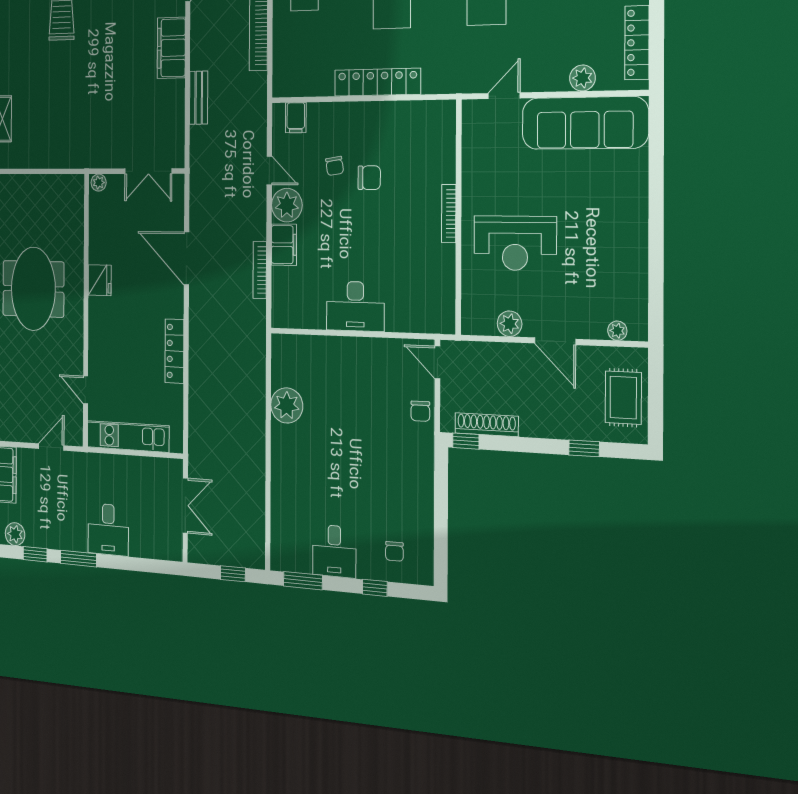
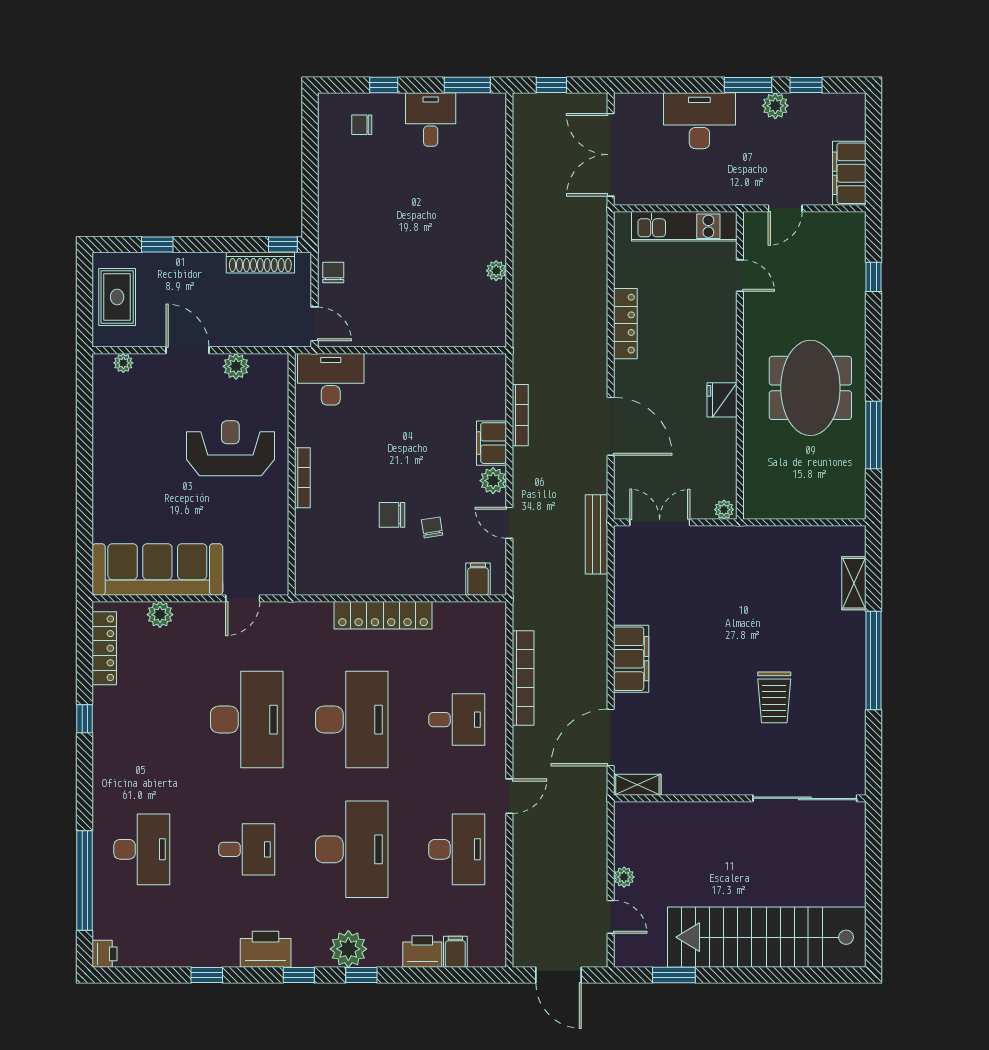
bench: (199, 98) -> (596, 534), moved, width x1.36
plant: (287, 205) -> (493, 481), width x0.73, depth x0.73
desk: (355, 306) -> (331, 379), moved
plant: (287, 405) -> (496, 271), width x0.53, depth x0.53
double door: (185, 505) -> (611, 155), width x1.37
desk: (108, 529) -> (699, 121), width x1.37
plant: (15, 534) -> (775, 106), moved
chair: (394, 551) -> (362, 125), turned -90

